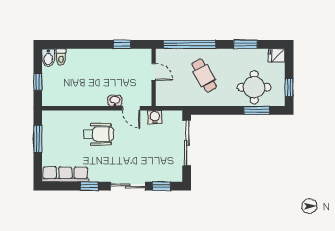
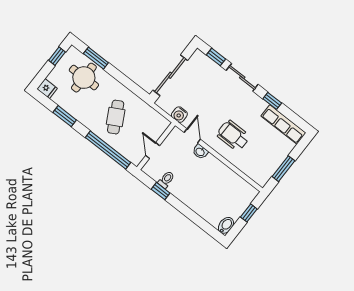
toilet: (61, 57) -> (166, 180), moved

